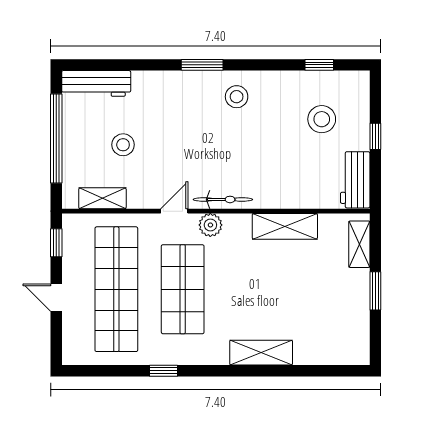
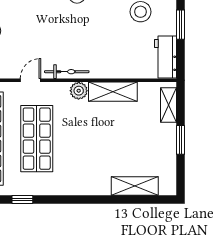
window: (375, 136) -> (181, 25), width x1.50
plant: (210, 225) -> (79, 91), moved
shelving: (261, 353) -> (135, 186), moved

